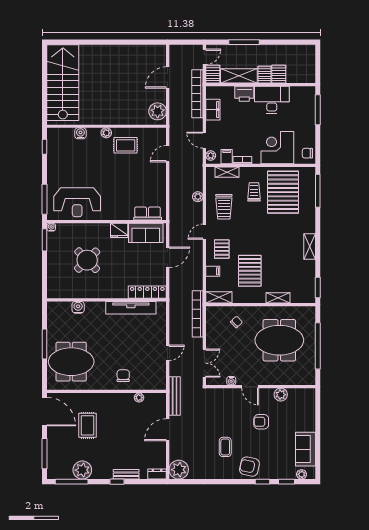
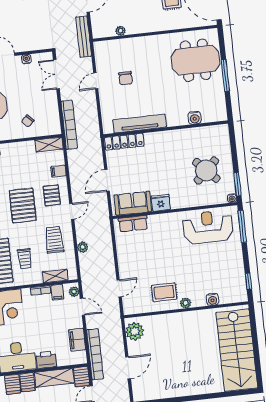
round table: (87, 260) -> (206, 170), moved
pallet: (250, 271) -> (23, 206), moved
chair: (123, 376) -> (126, 78), moved

